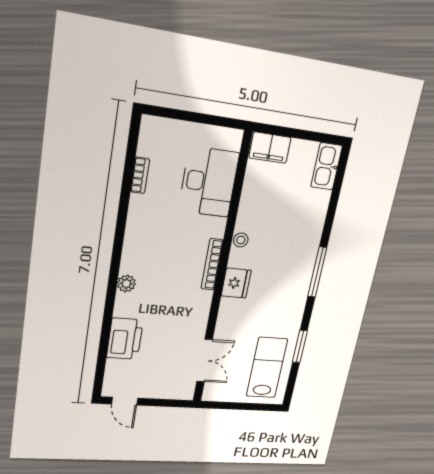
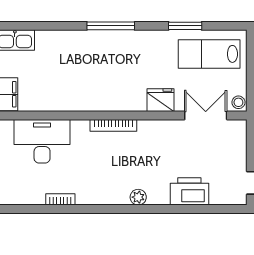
bookcase: (140, 175) -> (60, 199), moved
stool: (241, 240) -> (238, 102), moved
fridge: (236, 283) -> (160, 100), moved

